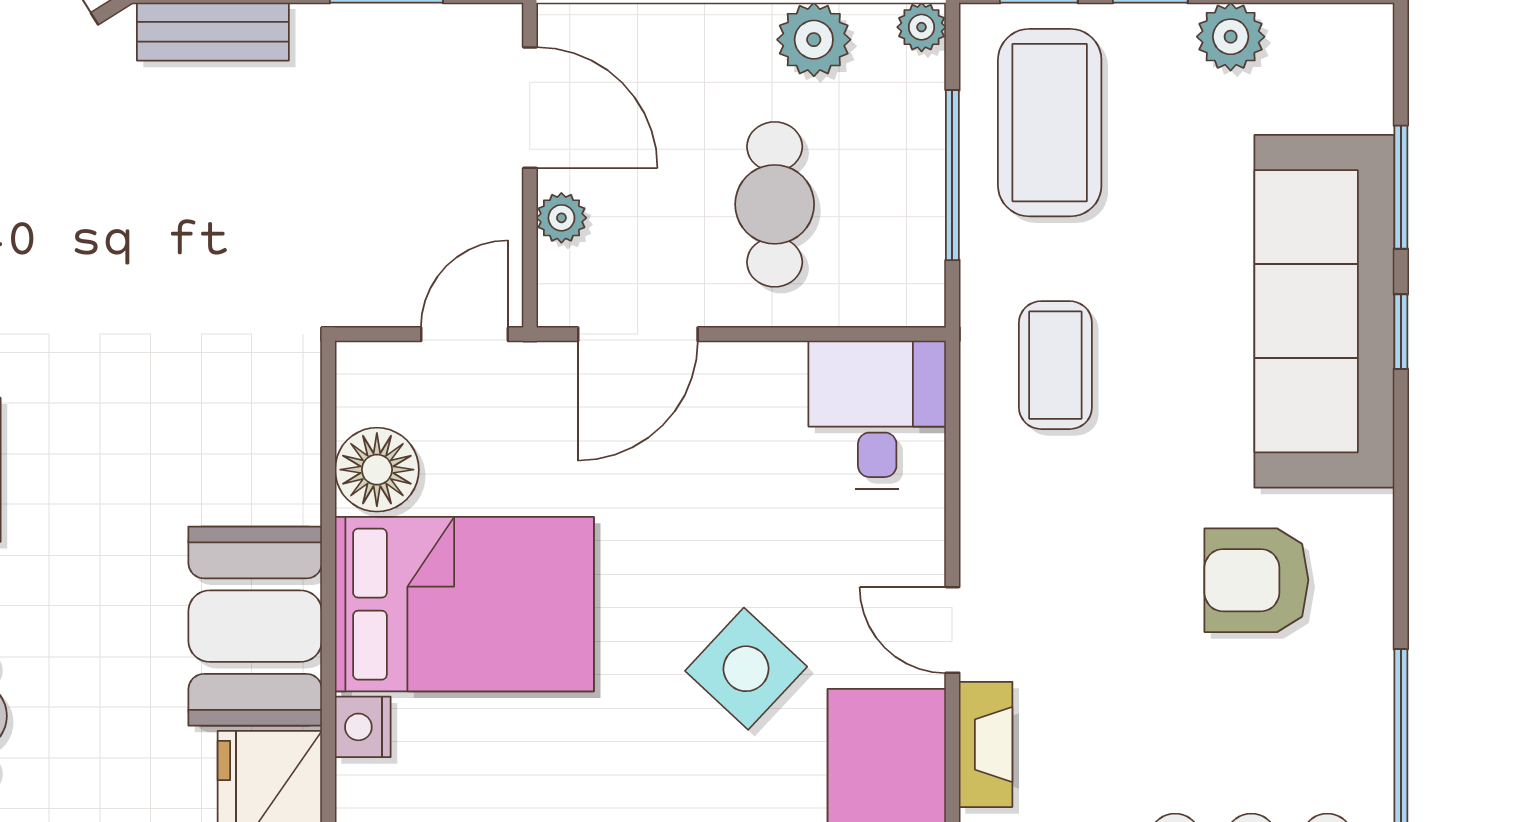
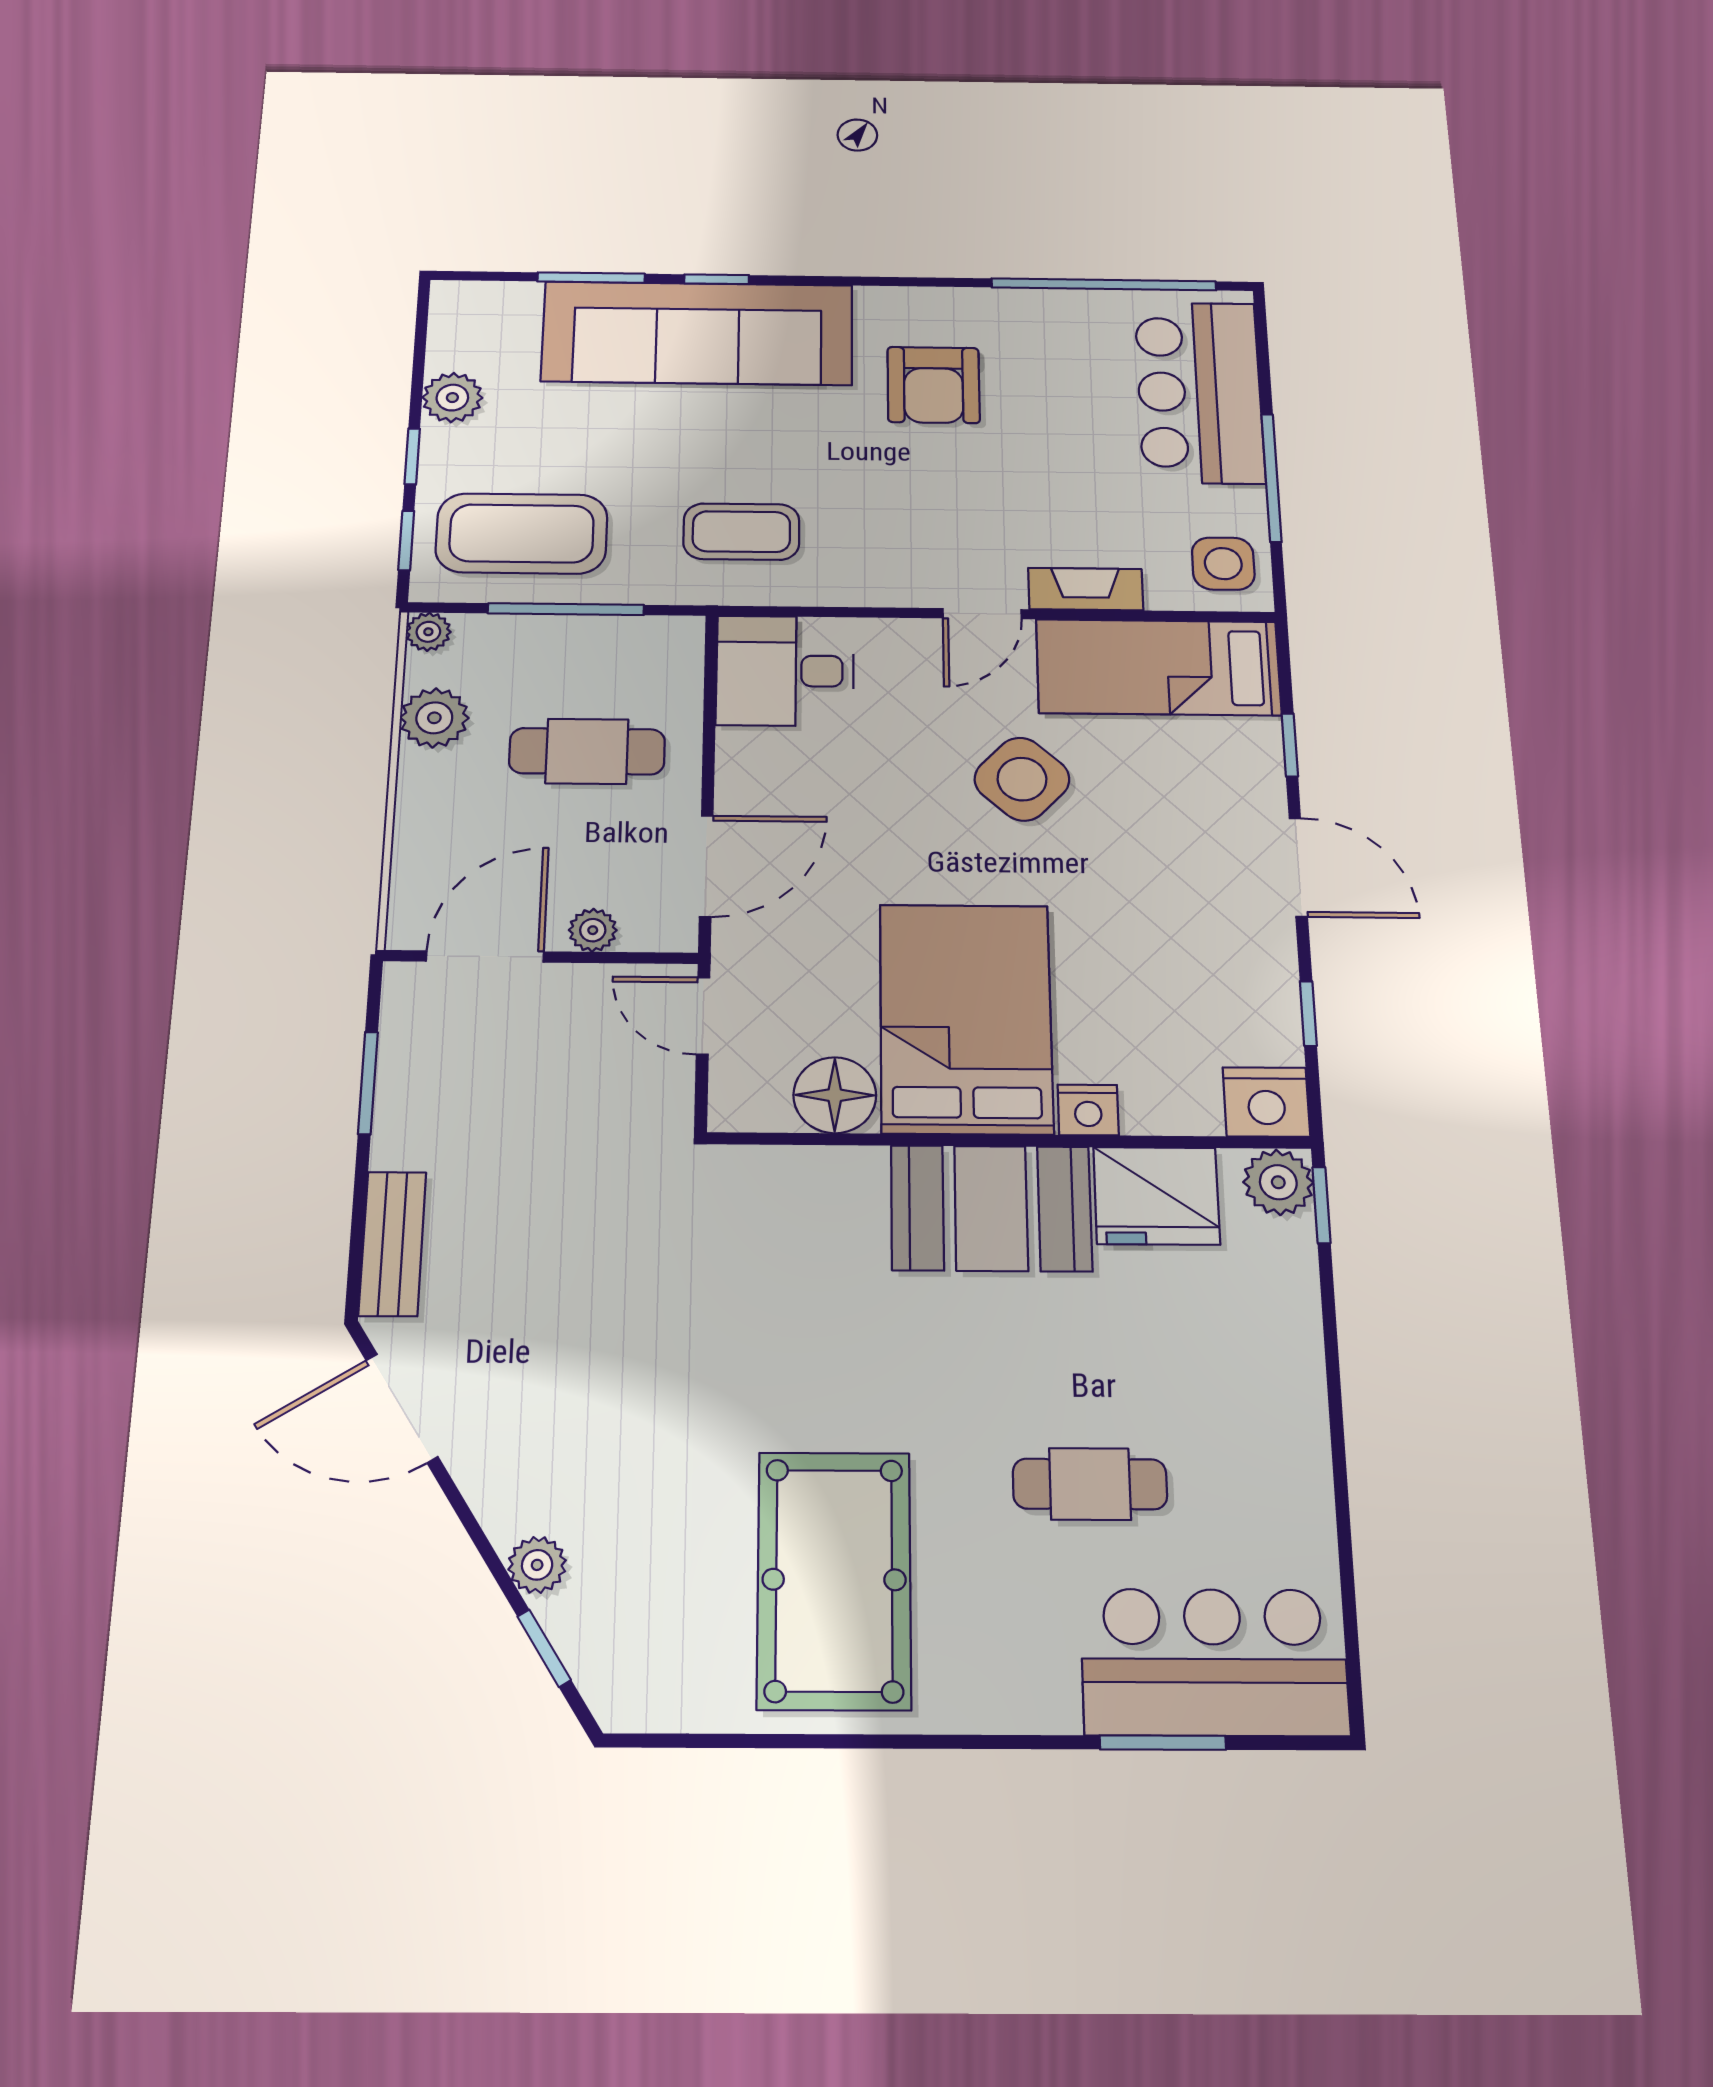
door: (638, 334) -> (706, 866), hinge flipped

